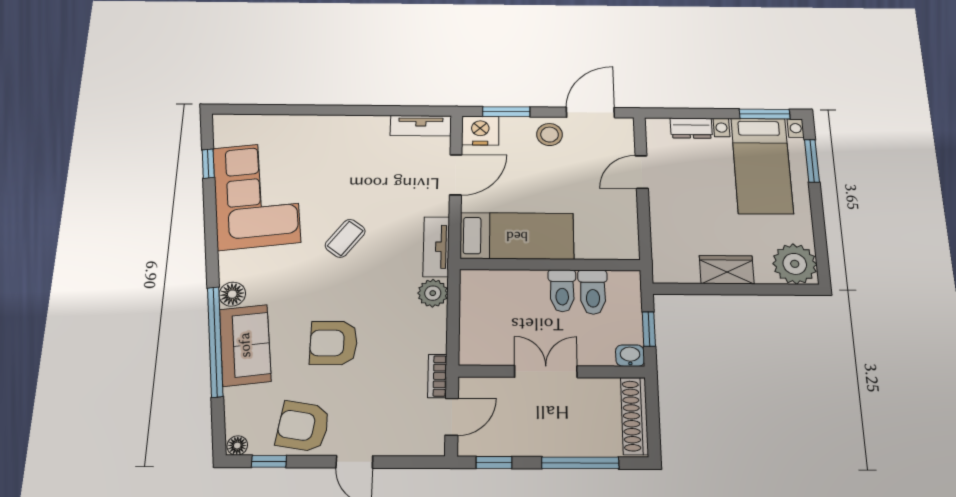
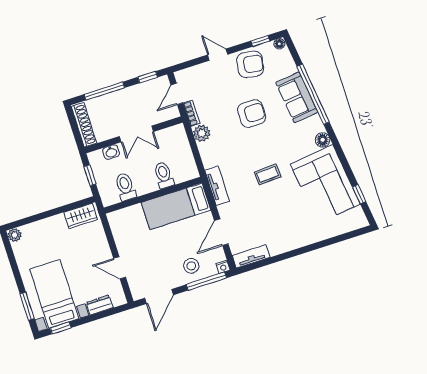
window: (506, 112) -> (206, 281), width x1.44
window: (765, 114) -> (61, 328), width x0.67
nightstand: (480, 131) -> (223, 267), width x0.53, depth x0.56
stool: (550, 135) -> (191, 266), moved
door: (642, 172) -> (120, 268), swing flipped
coffee table: (345, 238) -> (268, 174), turned 50
plant: (795, 264) -> (15, 235), width x0.53, depth x0.53
wardrobe: (727, 270) -> (81, 216), moved
toilet: (562, 291) -> (164, 175), moved
plant: (433, 293) -> (202, 133), moved
floor lamp: (232, 294) -> (323, 140), moved
washbasin: (630, 356) -> (111, 152), moved

